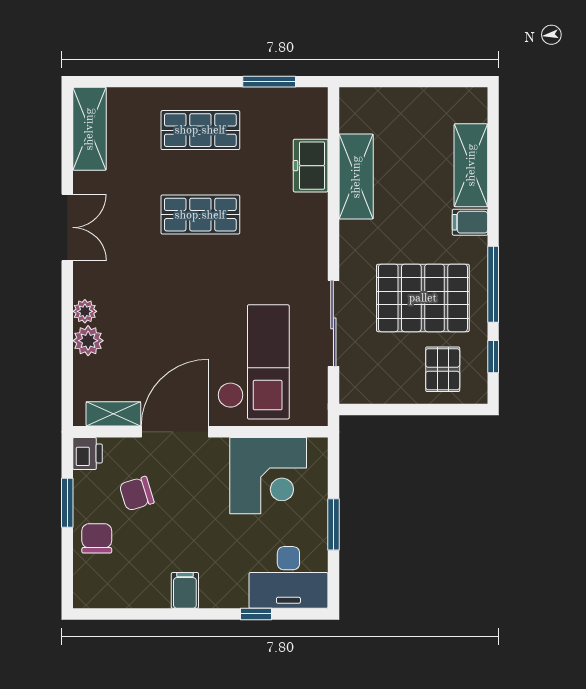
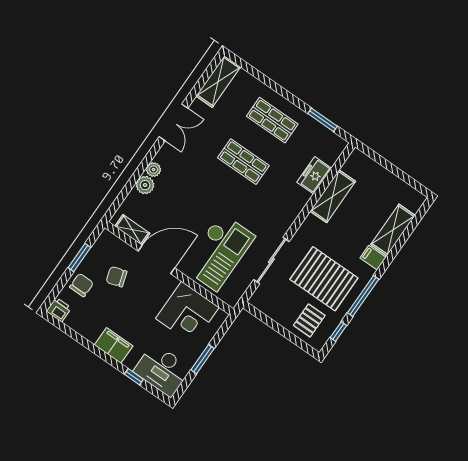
printer: (87, 454) -> (59, 310), moved, turned -90
filing cabinet: (185, 590) -> (114, 345), width x2.00

